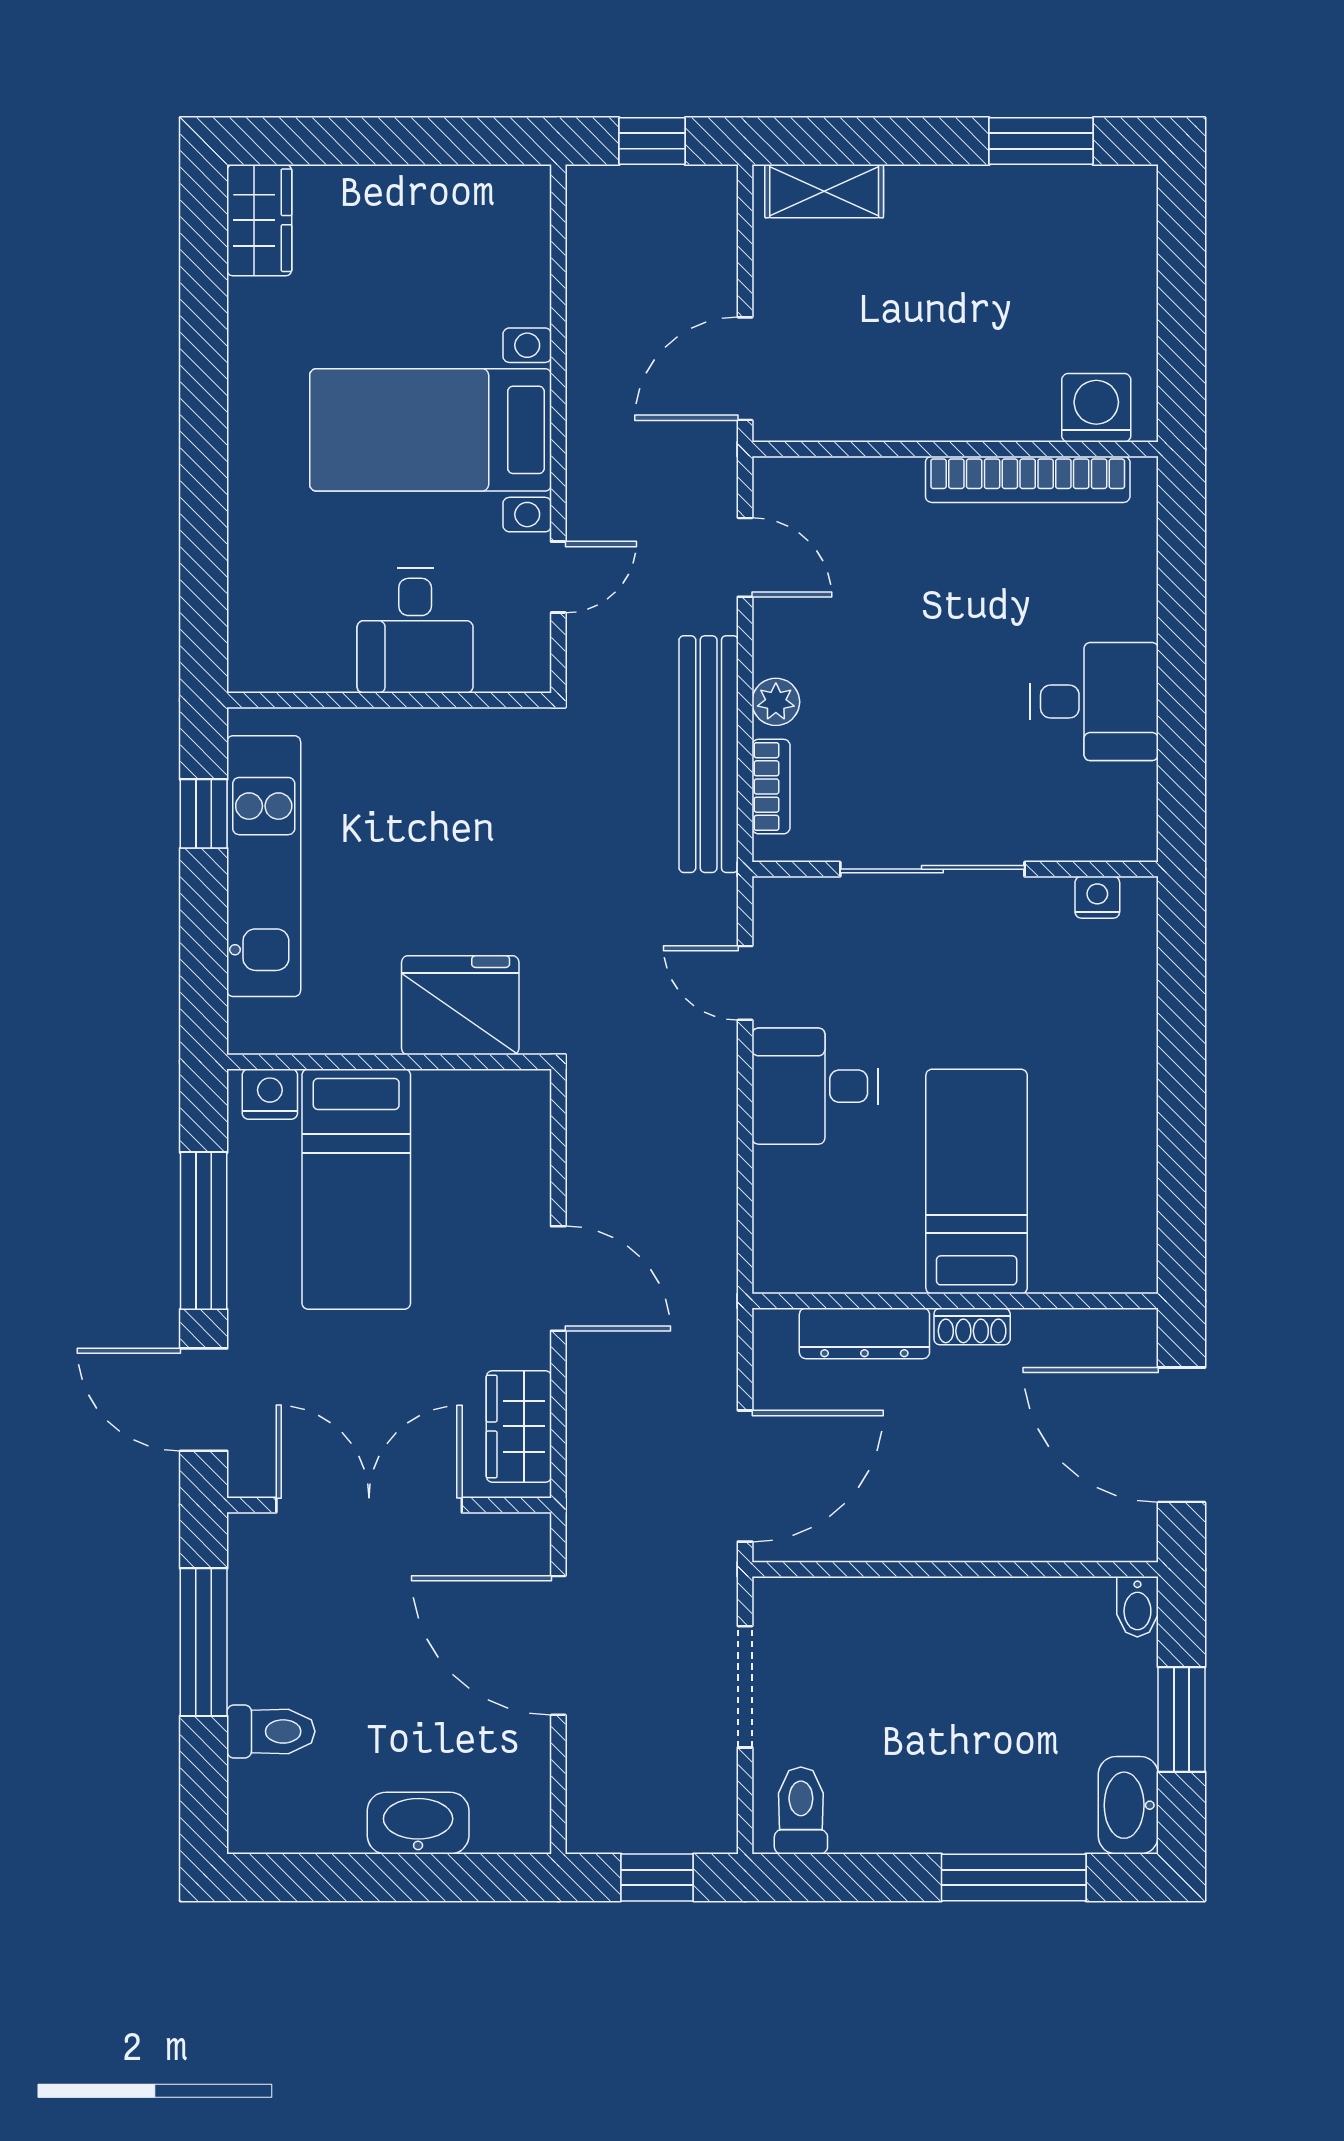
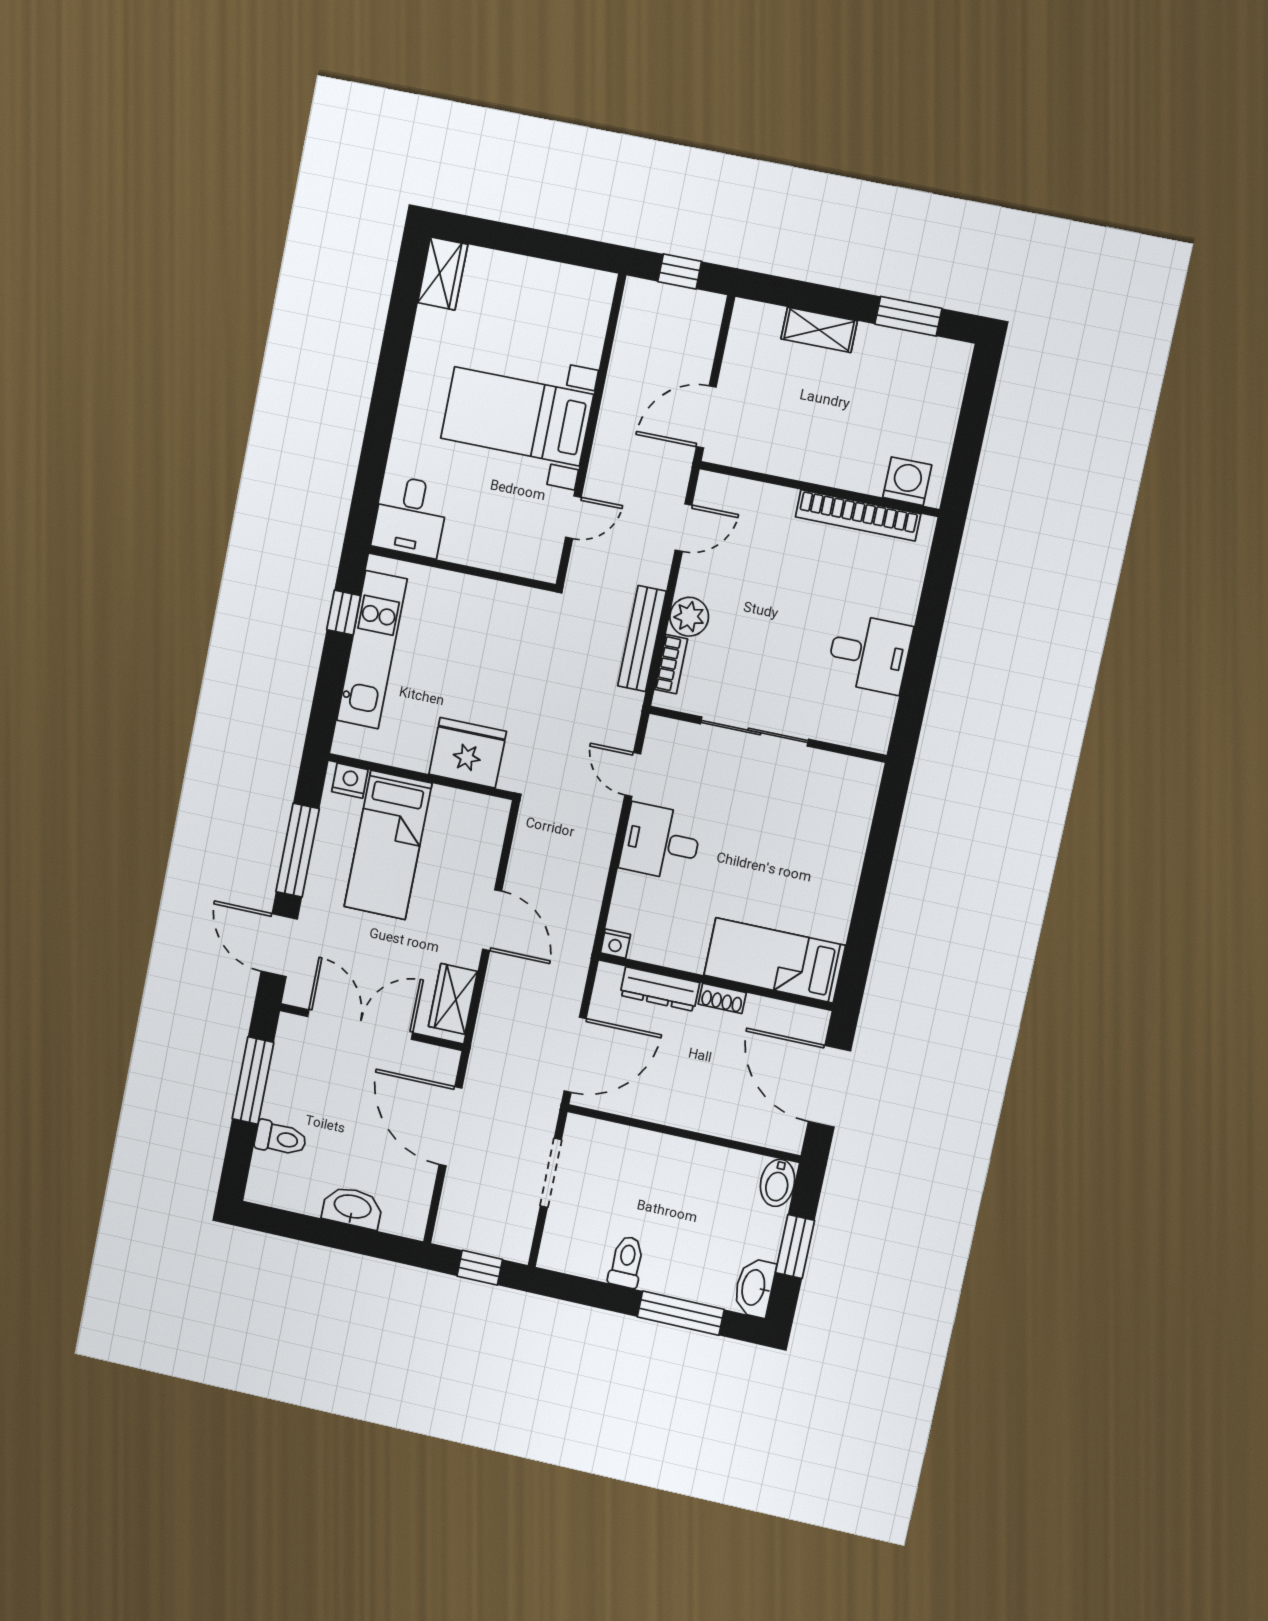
shelving: (824, 191) -> (819, 330), moved
door: (745, 557) -> (684, 528), hinge flipped
desk: (415, 631) -> (410, 516), moved
plant: (776, 702) -> (689, 617), width x1.38, depth x1.38
bench: (709, 754) -> (642, 639), width x0.73, depth x0.82
nightstand: (1097, 897) -> (615, 944), moved, turned 180
bed: (977, 1182) -> (775, 960), moved, turned -90
bidet: (1137, 1607) -> (778, 1183), width x1.38, depth x1.36
toilet: (801, 1811) -> (626, 1262), moved

